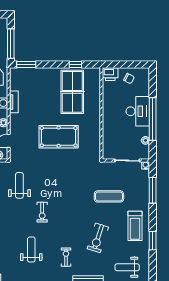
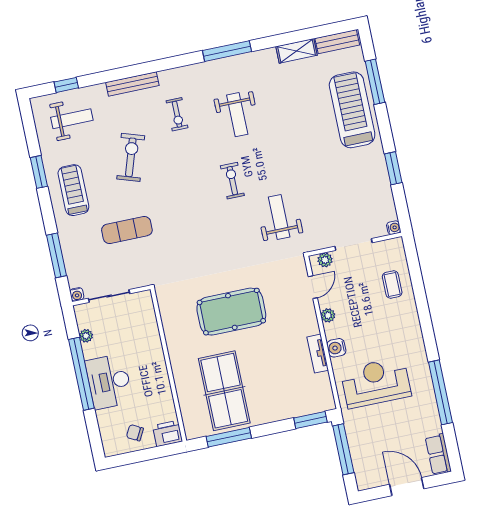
window: (75, 65) -> (229, 437), width x2.17
weight bench: (19, 185) -> (279, 217), turned 180

